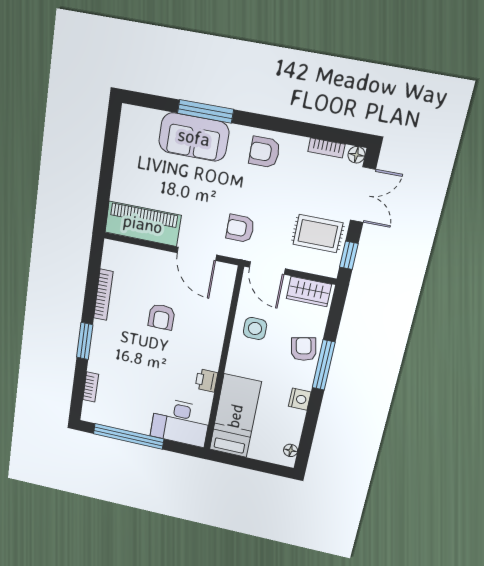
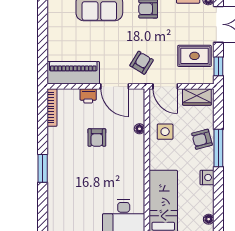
armchair: (240, 228) -> (142, 63), turned 121
bookcase: (103, 295) -> (52, 108), moved
floor lamp: (221, 317) -> (139, 129), added
armchair: (304, 349) -> (202, 139), turned -93
printer: (206, 380) -> (88, 96), moved, turned -90
bookcase: (91, 387) -> (52, 204), removed

